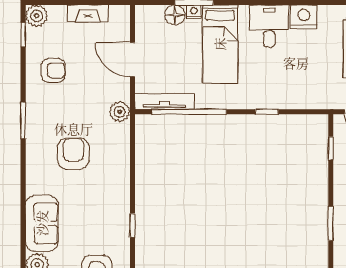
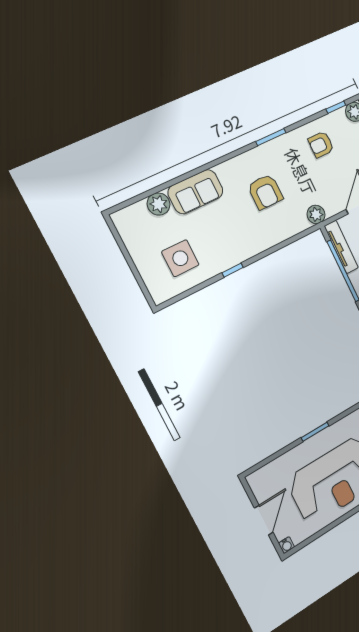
armchair: (53, 70) -> (321, 145), turned 90
armchair: (73, 154) -> (265, 192), turned 90

